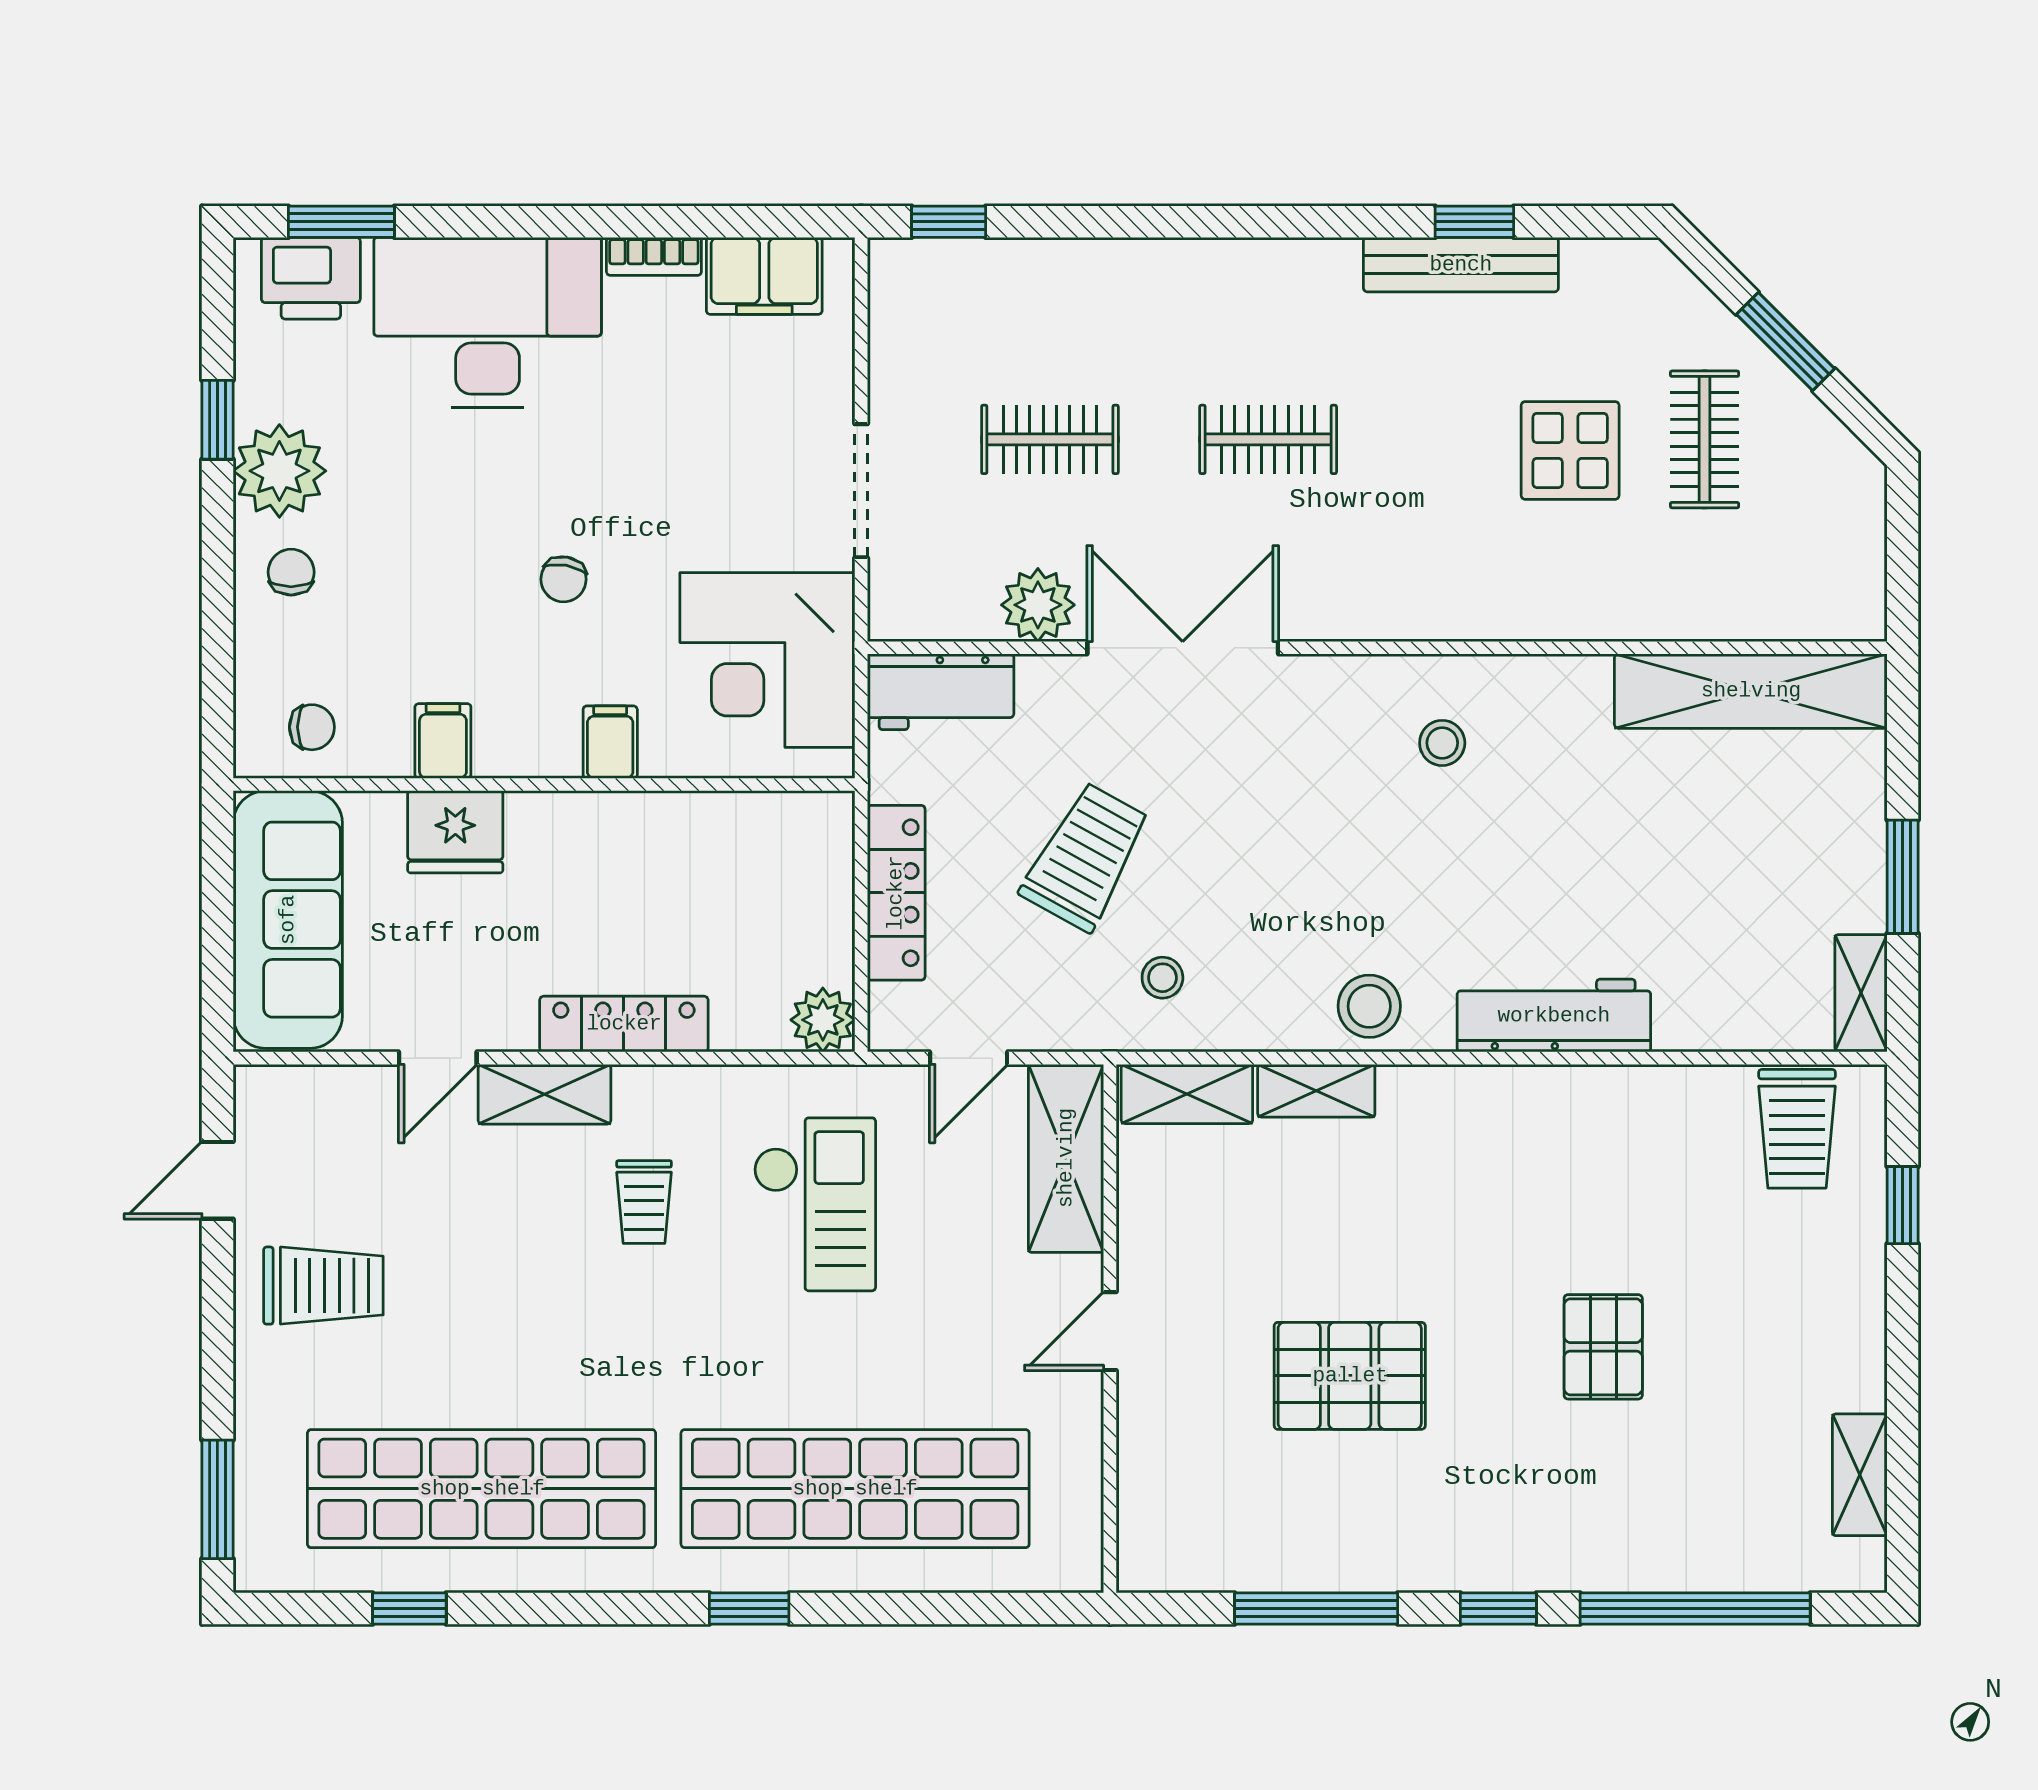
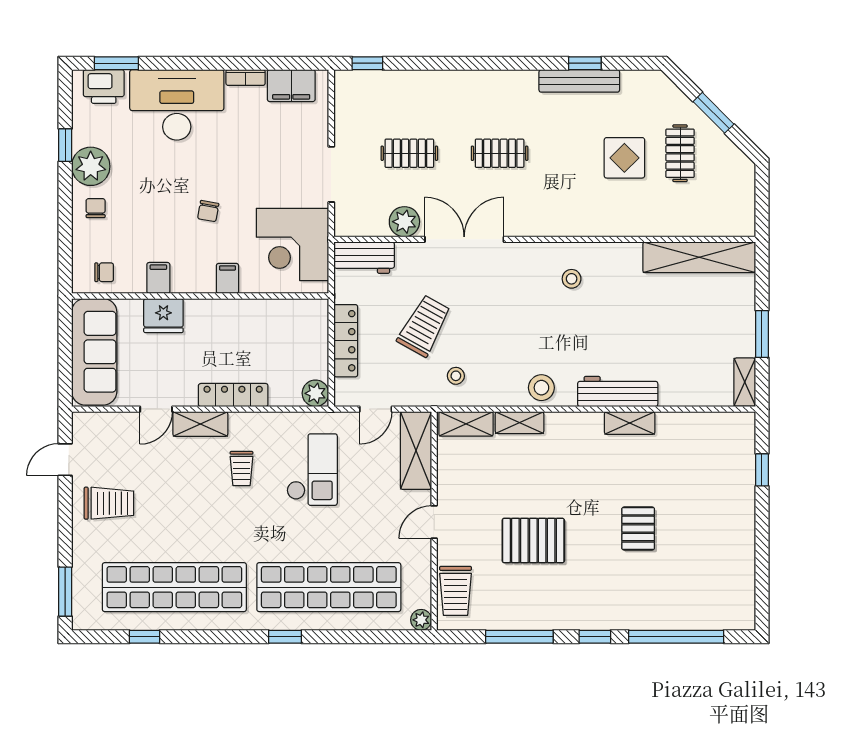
trolley: (1797, 1129) -> (456, 591), moved
shelving: (1860, 1475) -> (630, 423), moved, turned 90
plant: (1078, 1568) -> (421, 620), added

